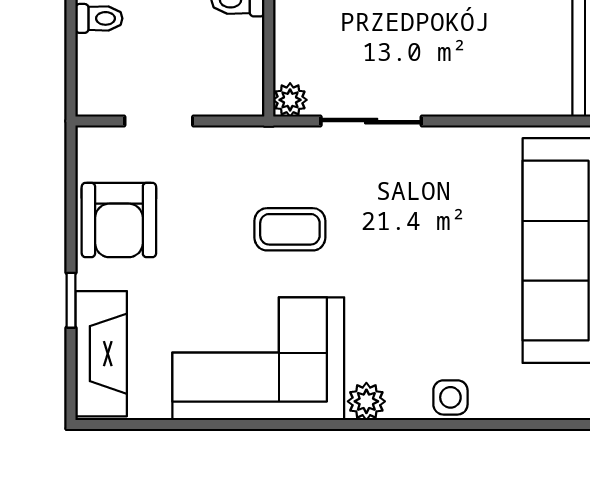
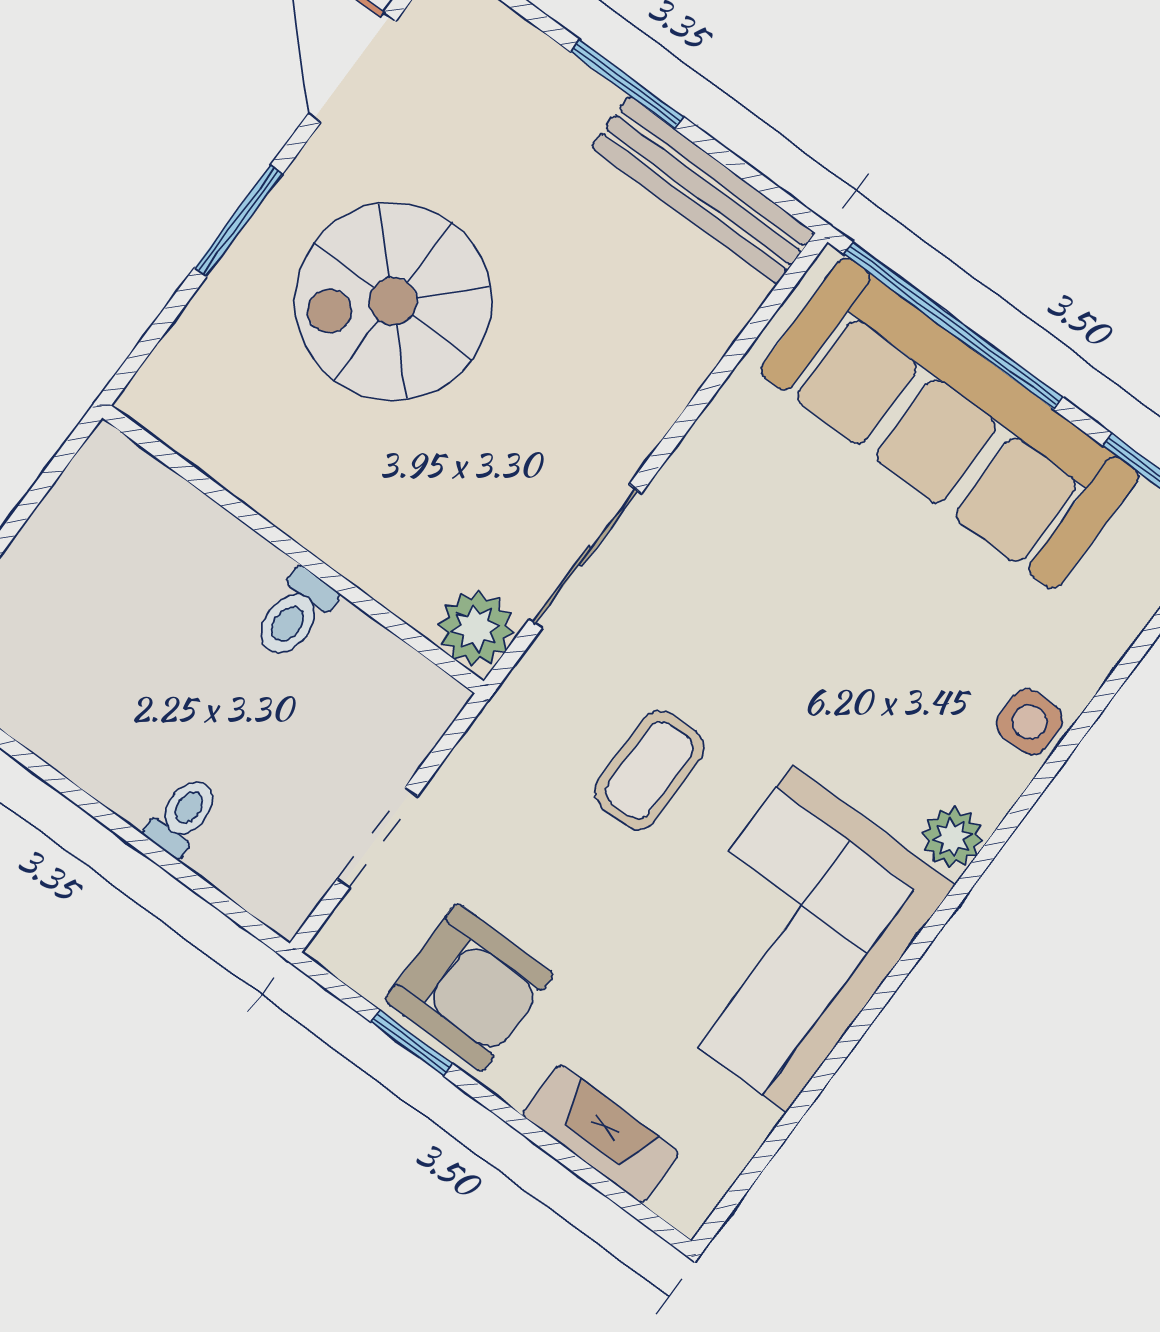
plant: (290, 100) -> (476, 628), width x1.38, depth x1.38
window: (71, 300) -> (412, 1043), moved
fireplace: (101, 354) -> (601, 1134), width x0.73, depth x0.76

